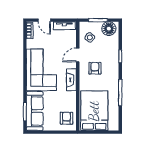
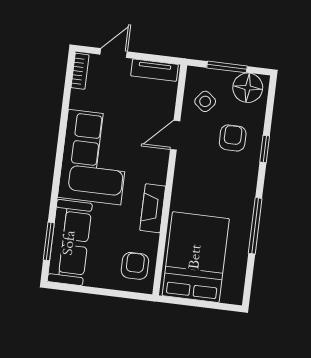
door: (44, 20) -> (114, 53), swing flipped
armchair: (95, 68) -> (233, 138), moved
fireplace: (71, 80) -> (153, 208), moved

